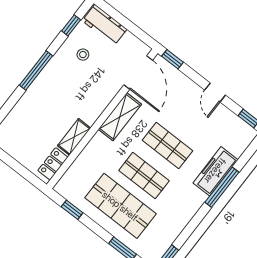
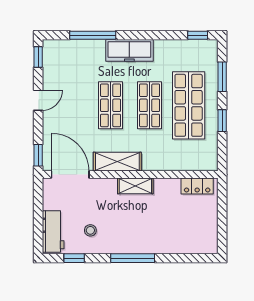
door: (138, 72) -> (70, 175), hinge flipped
shelving: (74, 137) -> (135, 186), moved
freezer: (215, 171) -> (129, 50), moved
window: (222, 187) -> (93, 35), moved
window: (72, 210) -> (222, 121), moved

